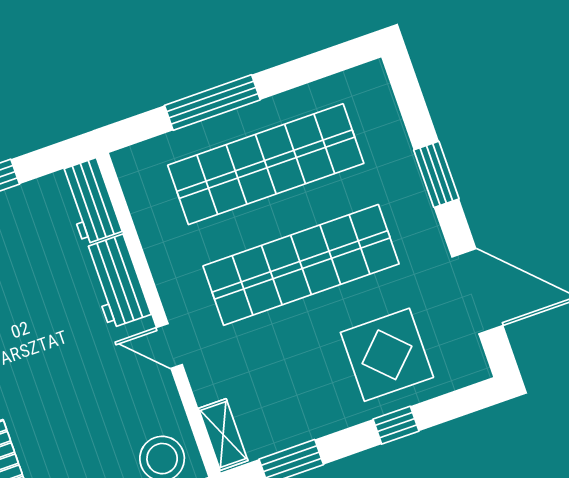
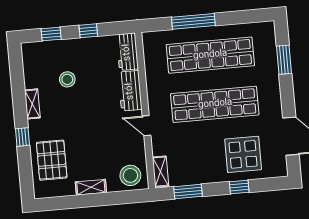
window: (436, 174) -> (284, 60), moved

